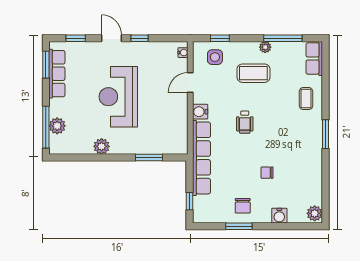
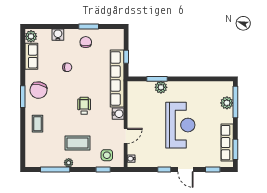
row of seats: (314, 58) -> (31, 56), moved
chair: (305, 143) -> (39, 90), added
plant: (102, 146) -> (161, 87), moved
window: (189, 201) -> (126, 57), moved

